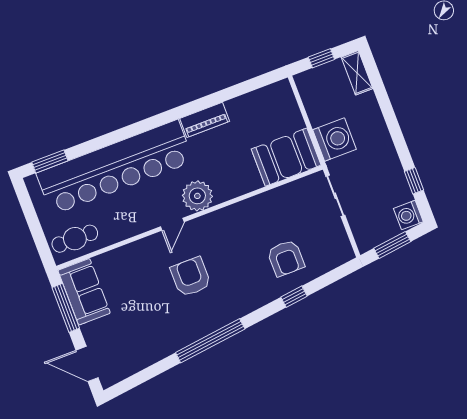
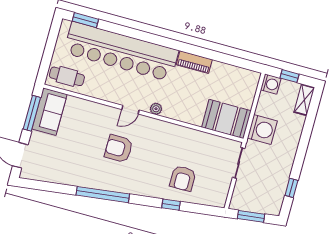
plant: (197, 196) -> (156, 109), width x0.53, depth x0.53
washing machine: (408, 215) -> (271, 84), moved, turned 180
armchair: (191, 277) -> (119, 149), turned -90

